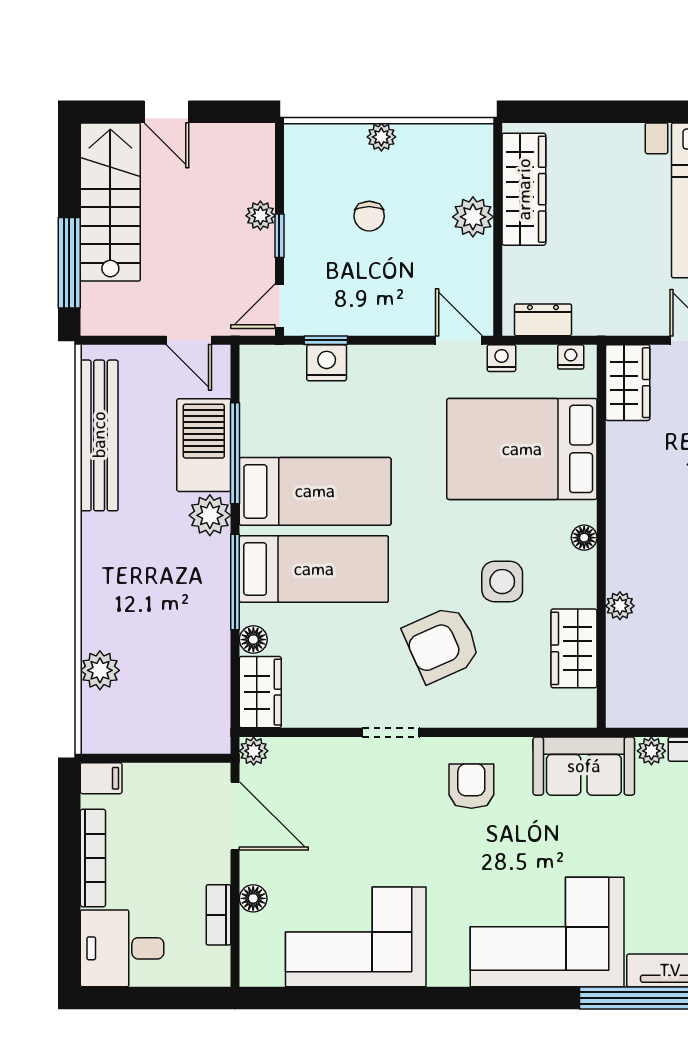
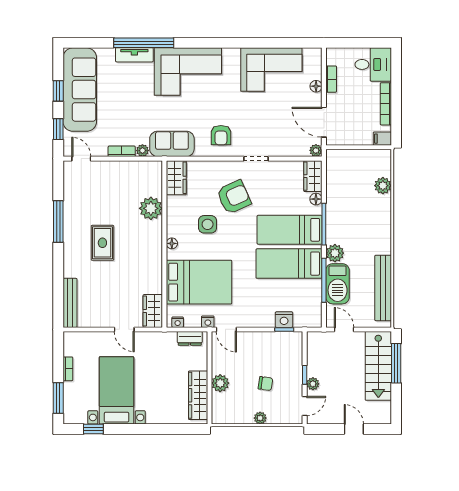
stairs: (110, 202) -> (378, 366), moved
chair: (369, 216) -> (265, 384), turned 98
door: (279, 306) -> (305, 406), moved
plant: (620, 606) -> (151, 208), width x1.87, depth x1.87
wardrobe: (574, 648) -> (176, 178), moved

